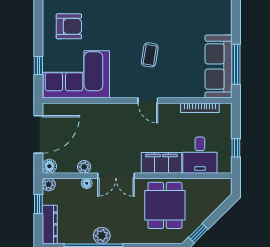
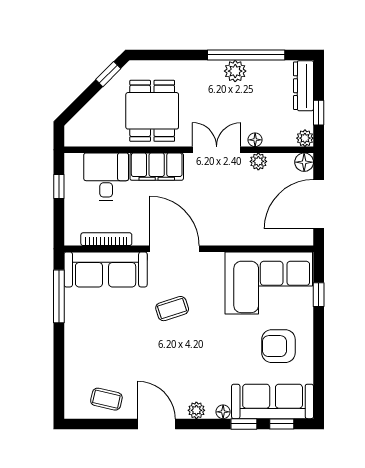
coffee table: (150, 55) -> (172, 309), turned 63
sofa: (219, 67) -> (106, 269), moved, turned 90
door: (148, 100) -> (175, 249), width x1.87

